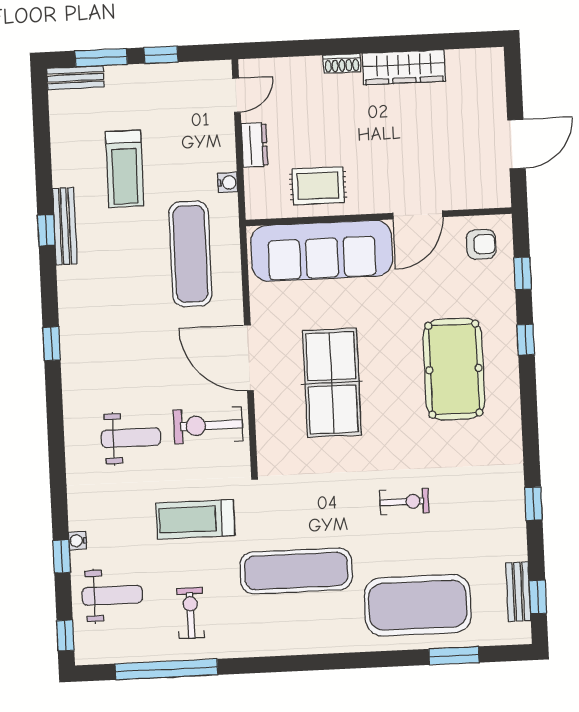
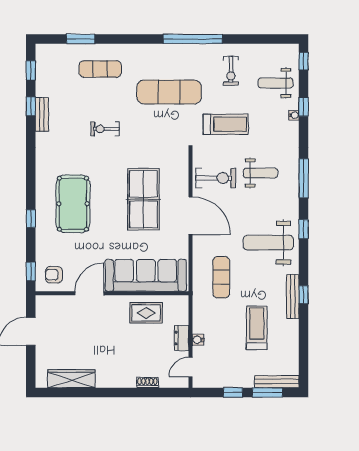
shoe rack: (342, 63) -> (147, 383), moved
wardrobe: (404, 67) -> (71, 379), moved
bench: (75, 78) -> (277, 382), width x1.36
water cooler: (228, 182) -> (198, 340), moved
exercise mat: (190, 254) -> (221, 277), width x0.73, depth x0.69
window: (523, 273) -> (31, 272), moved
weight bench: (112, 318) -> (268, 243), added
window: (56, 432) -> (304, 178), added
weight bench: (131, 438) -> (260, 173), turned 180
window: (533, 504) -> (31, 106), moved
bench: (518, 592) -> (42, 114), moved
exercise mat: (418, 605) -> (100, 69), width x0.50, depth x0.69
window: (166, 669) -> (193, 39), moved

